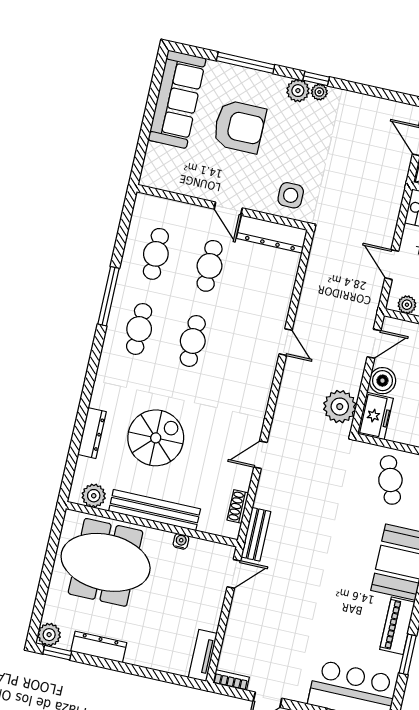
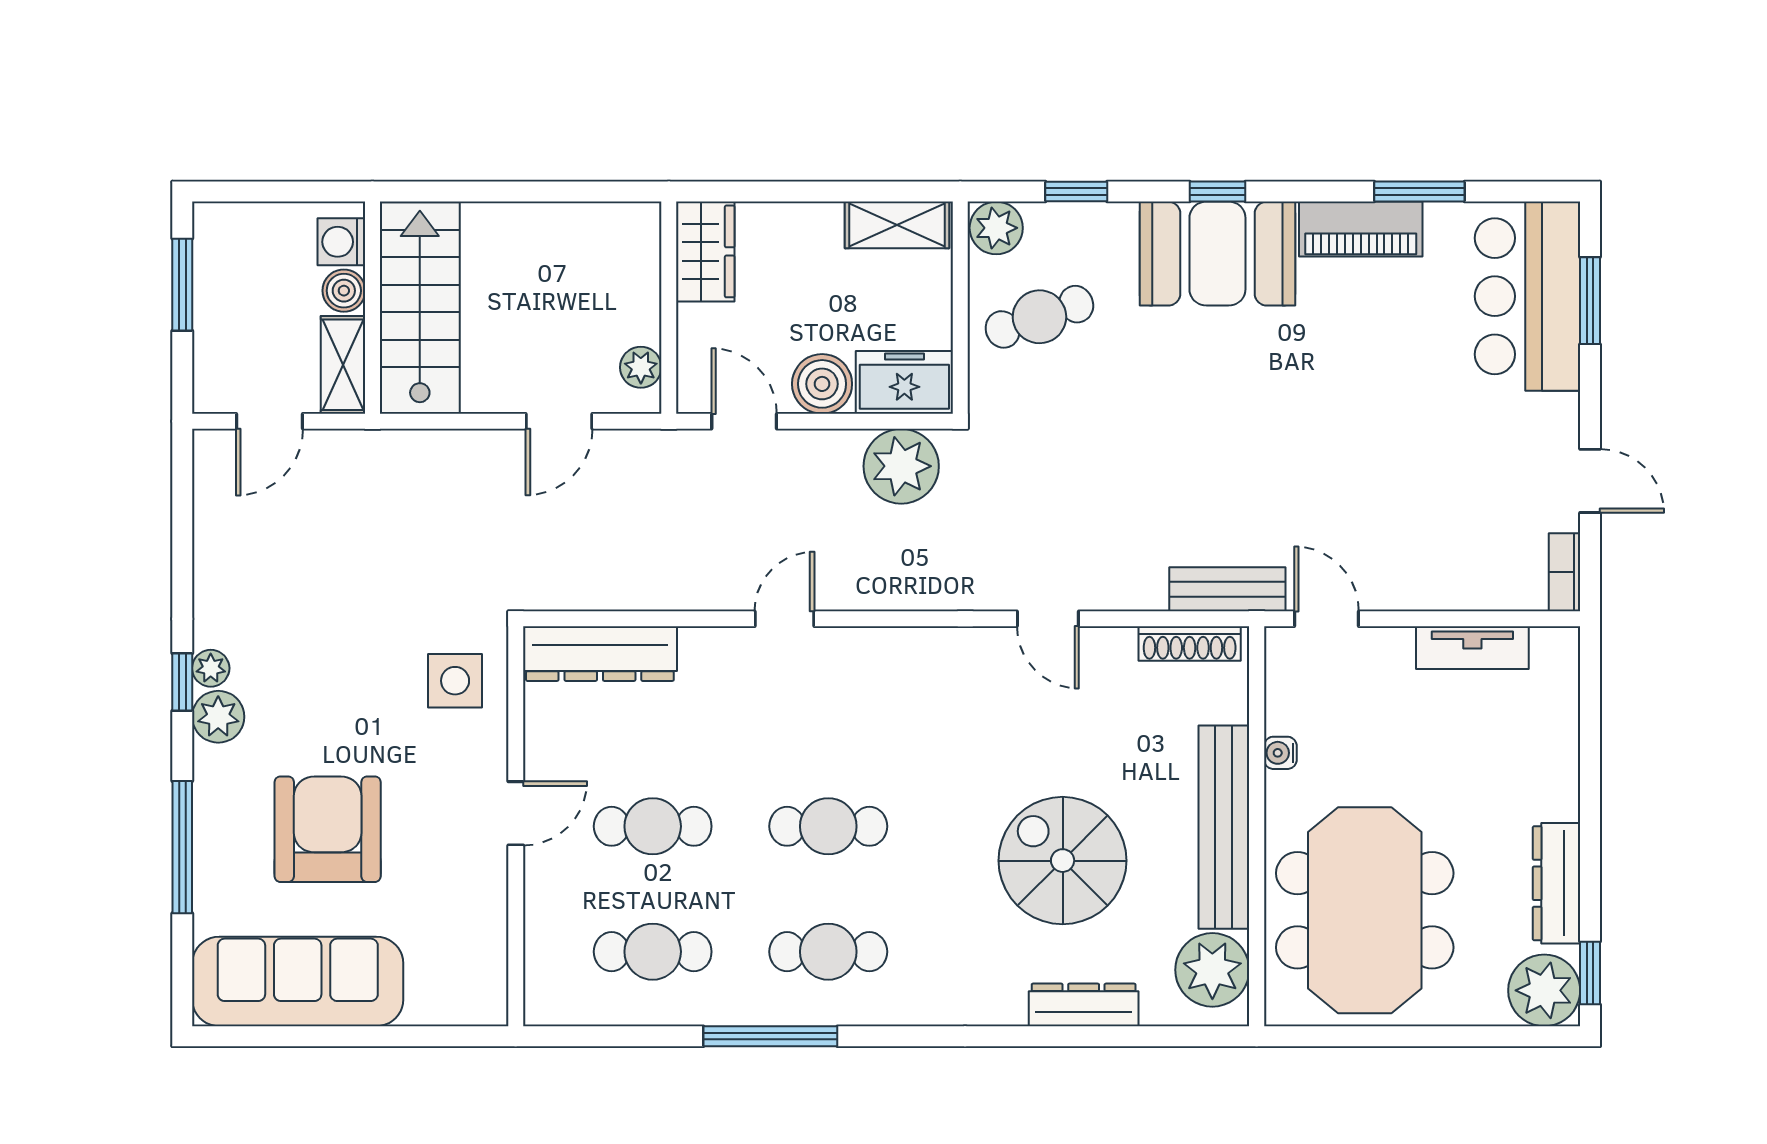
dresser: (272, 234) -> (600, 654), moved, turned 90
plant: (94, 496) -> (1212, 970), width x1.36, depth x1.36
shoe rack: (238, 506) -> (1190, 644), width x1.43
plant: (49, 635) -> (1544, 990), width x1.36, depth x1.36
tv unit: (203, 655) -> (1472, 648), moved

